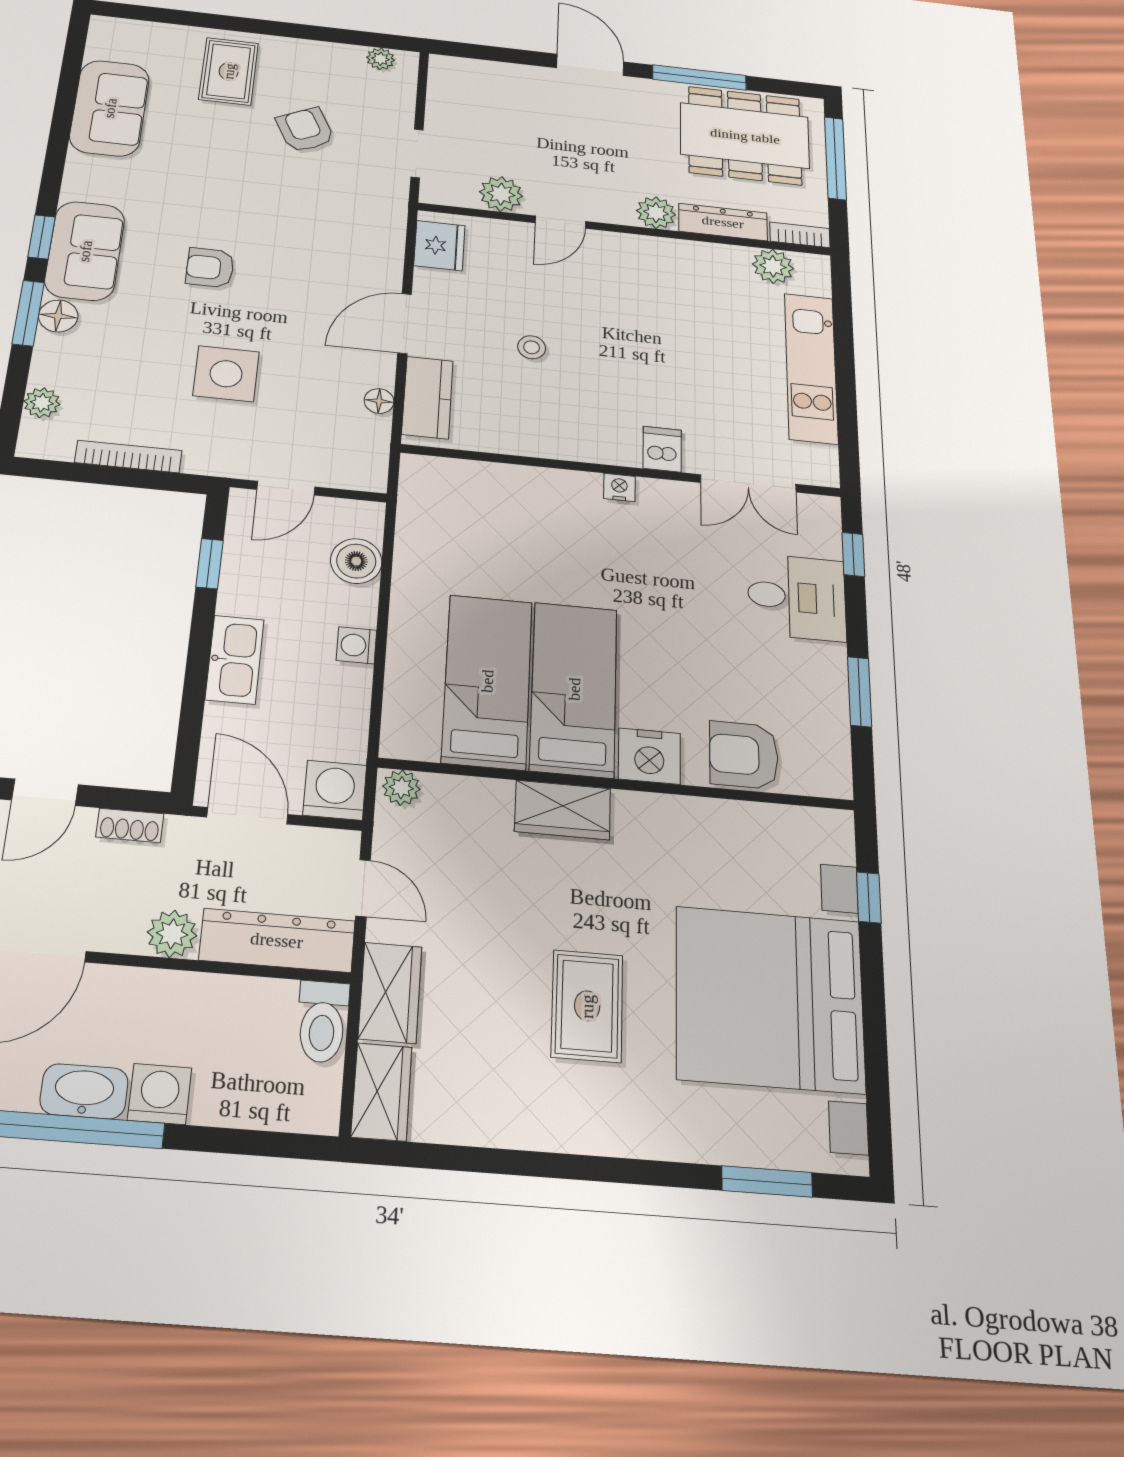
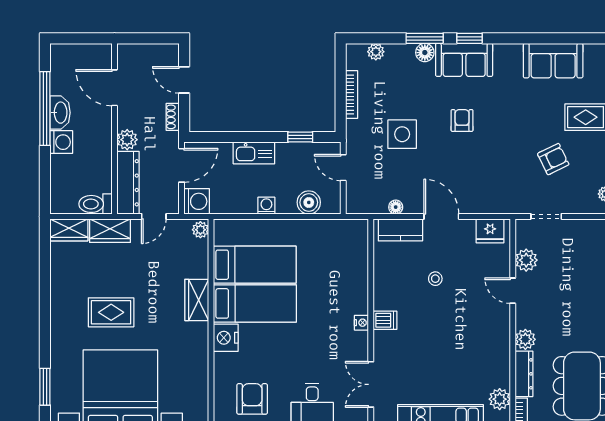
dishwasher: (662, 449) -> (385, 320), moved
armchair: (744, 755) -> (252, 399), moved

